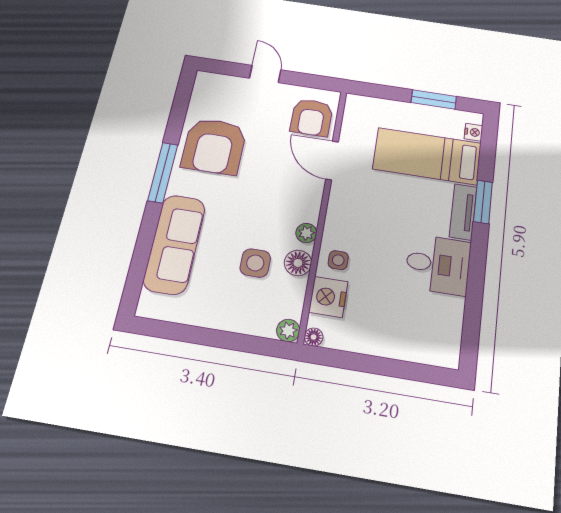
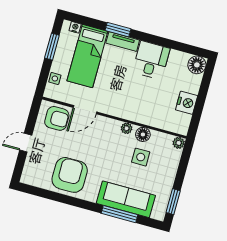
armchair: (214, 146) -> (70, 175), turned -90
window: (163, 173) -> (119, 214), moved
side table: (338, 260) -> (55, 78), moved
nightstand: (328, 297) -> (187, 103), moved, turned -90
window: (173, 331) -> (173, 202), added
floor lamp: (314, 337) -> (197, 65), moved, width x1.89, depth x1.89

